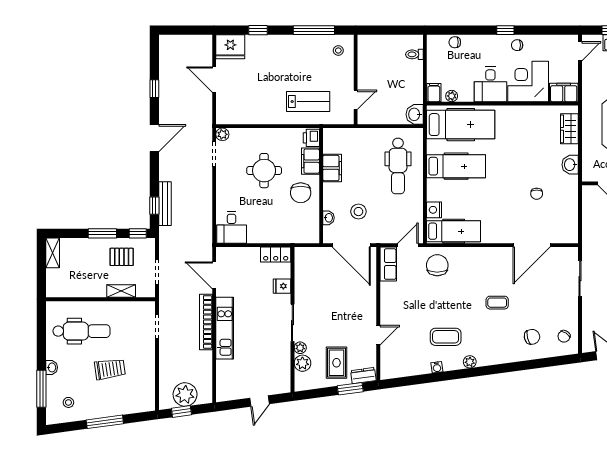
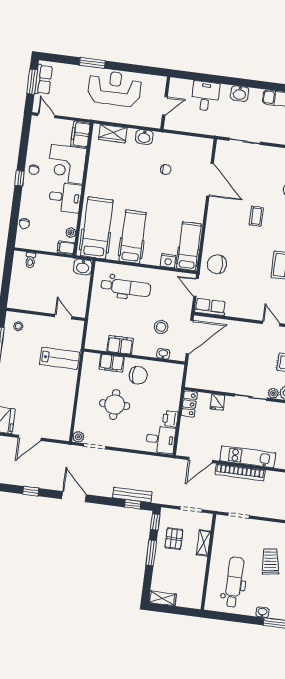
lab bench: (308, 102) -> (59, 358), turned 90
printer: (311, 138) -> (170, 419), moved, turned 90

